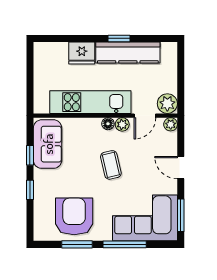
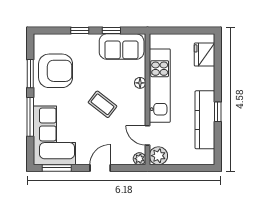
fridge: (82, 53) -> (204, 55), moved
floor lamp: (108, 124) -> (140, 83), moved
plant: (122, 124) -> (139, 115), removed
coffee table: (111, 165) -> (102, 104), turned 51

